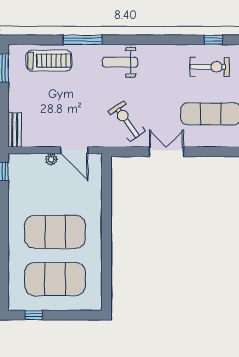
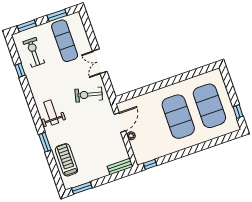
window: (83, 40) -> (45, 142), width x0.69
window: (213, 40) -> (20, 70), moved
weight bench: (120, 62) -> (51, 112), turned 180
exercise bike: (127, 121) -> (89, 95), turned 49

